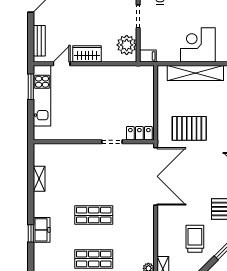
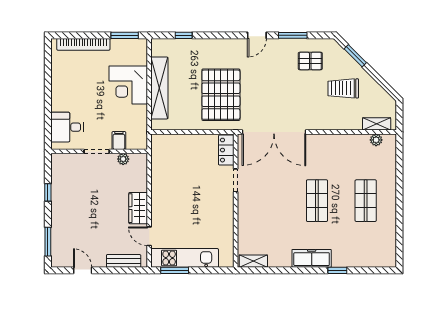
plant: (127, 45) -> (123, 159), width x0.53, depth x0.53
filing cabinet: (148, 56) -> (119, 141), moved
pallet: (189, 128) -> (221, 95), width x1.37, depth x1.41
double door: (156, 176) -> (274, 132), swing flipped
shelving: (39, 179) -> (253, 261), moved
freezer: (42, 230) -> (312, 258), moved, width x1.40

